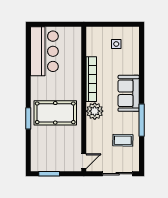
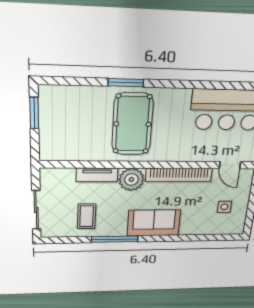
tv unit: (91, 134) -> (97, 175), added
door: (84, 161) -> (230, 165), moved

